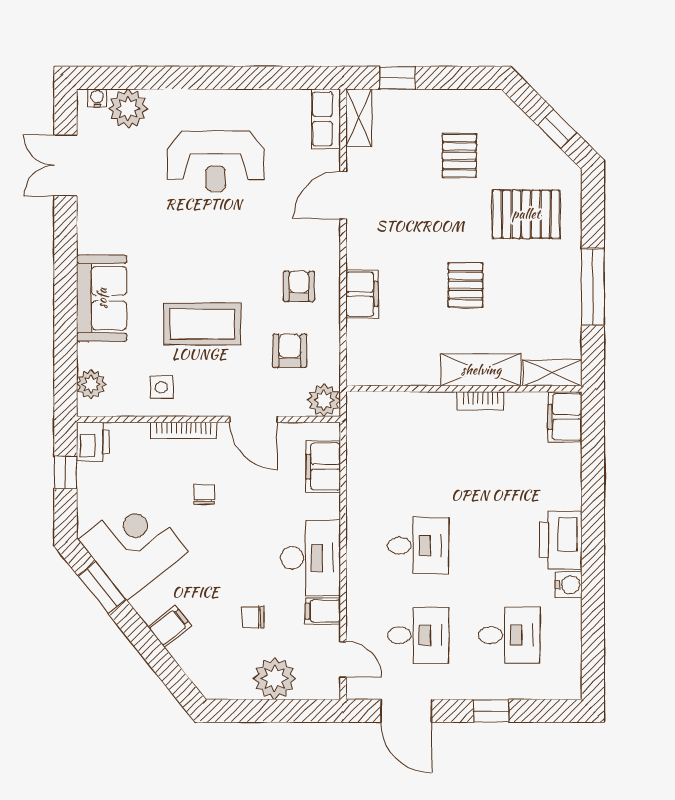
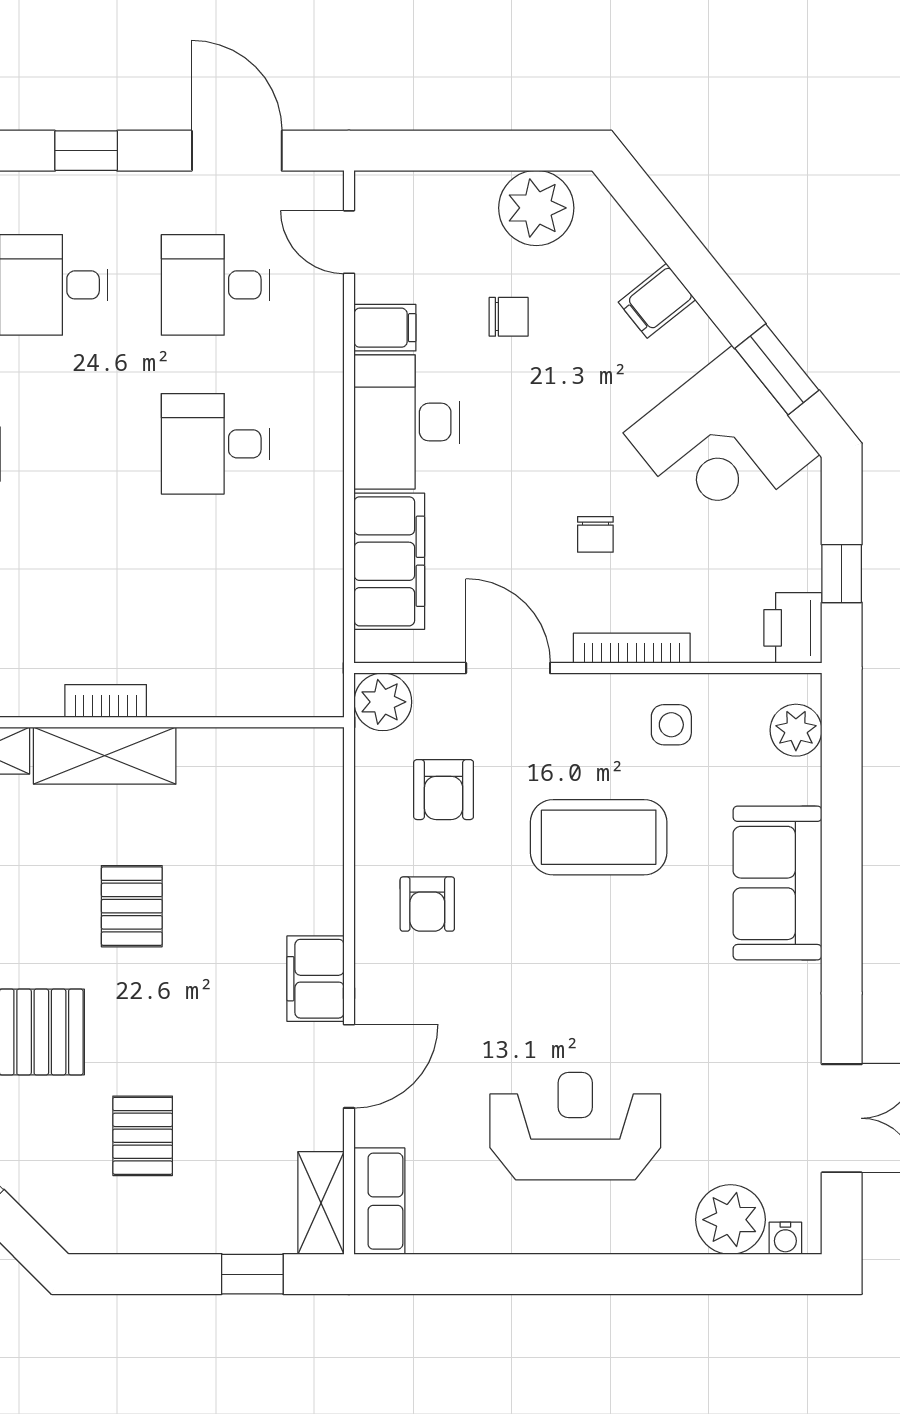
filing cabinet: (362, 294) -> (316, 979), moved
filing cabinet: (323, 467) -> (389, 561), width x1.50, depth x1.17
plant: (275, 678) -> (536, 208), moved

